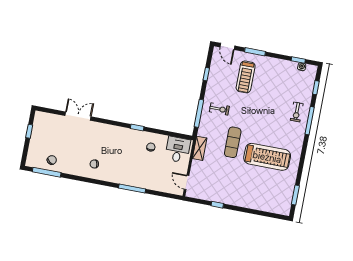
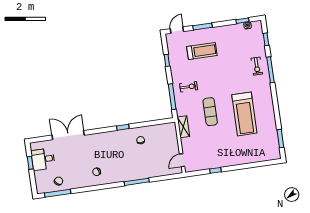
door: (227, 46) -> (177, 30), swing flipped
treadmill: (246, 77) -> (202, 51), turned -90
double door: (78, 116) -> (68, 135), width x1.37
desk: (178, 150) -> (43, 159), moved, turned -90
treadmill: (267, 157) -> (244, 114), turned 90
door: (187, 182) -> (182, 160), hinge flipped

